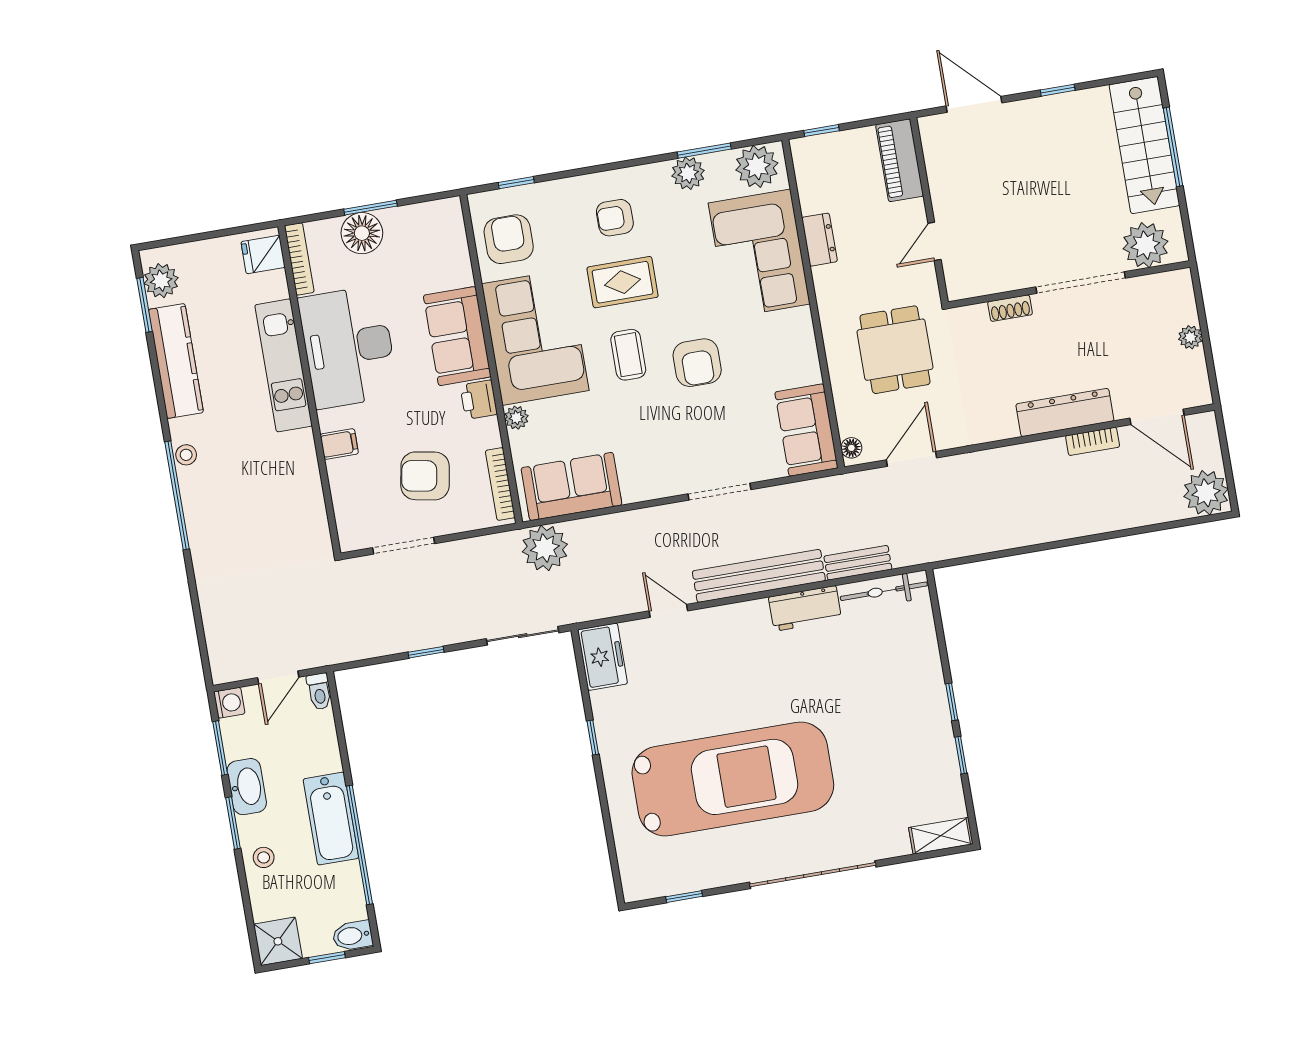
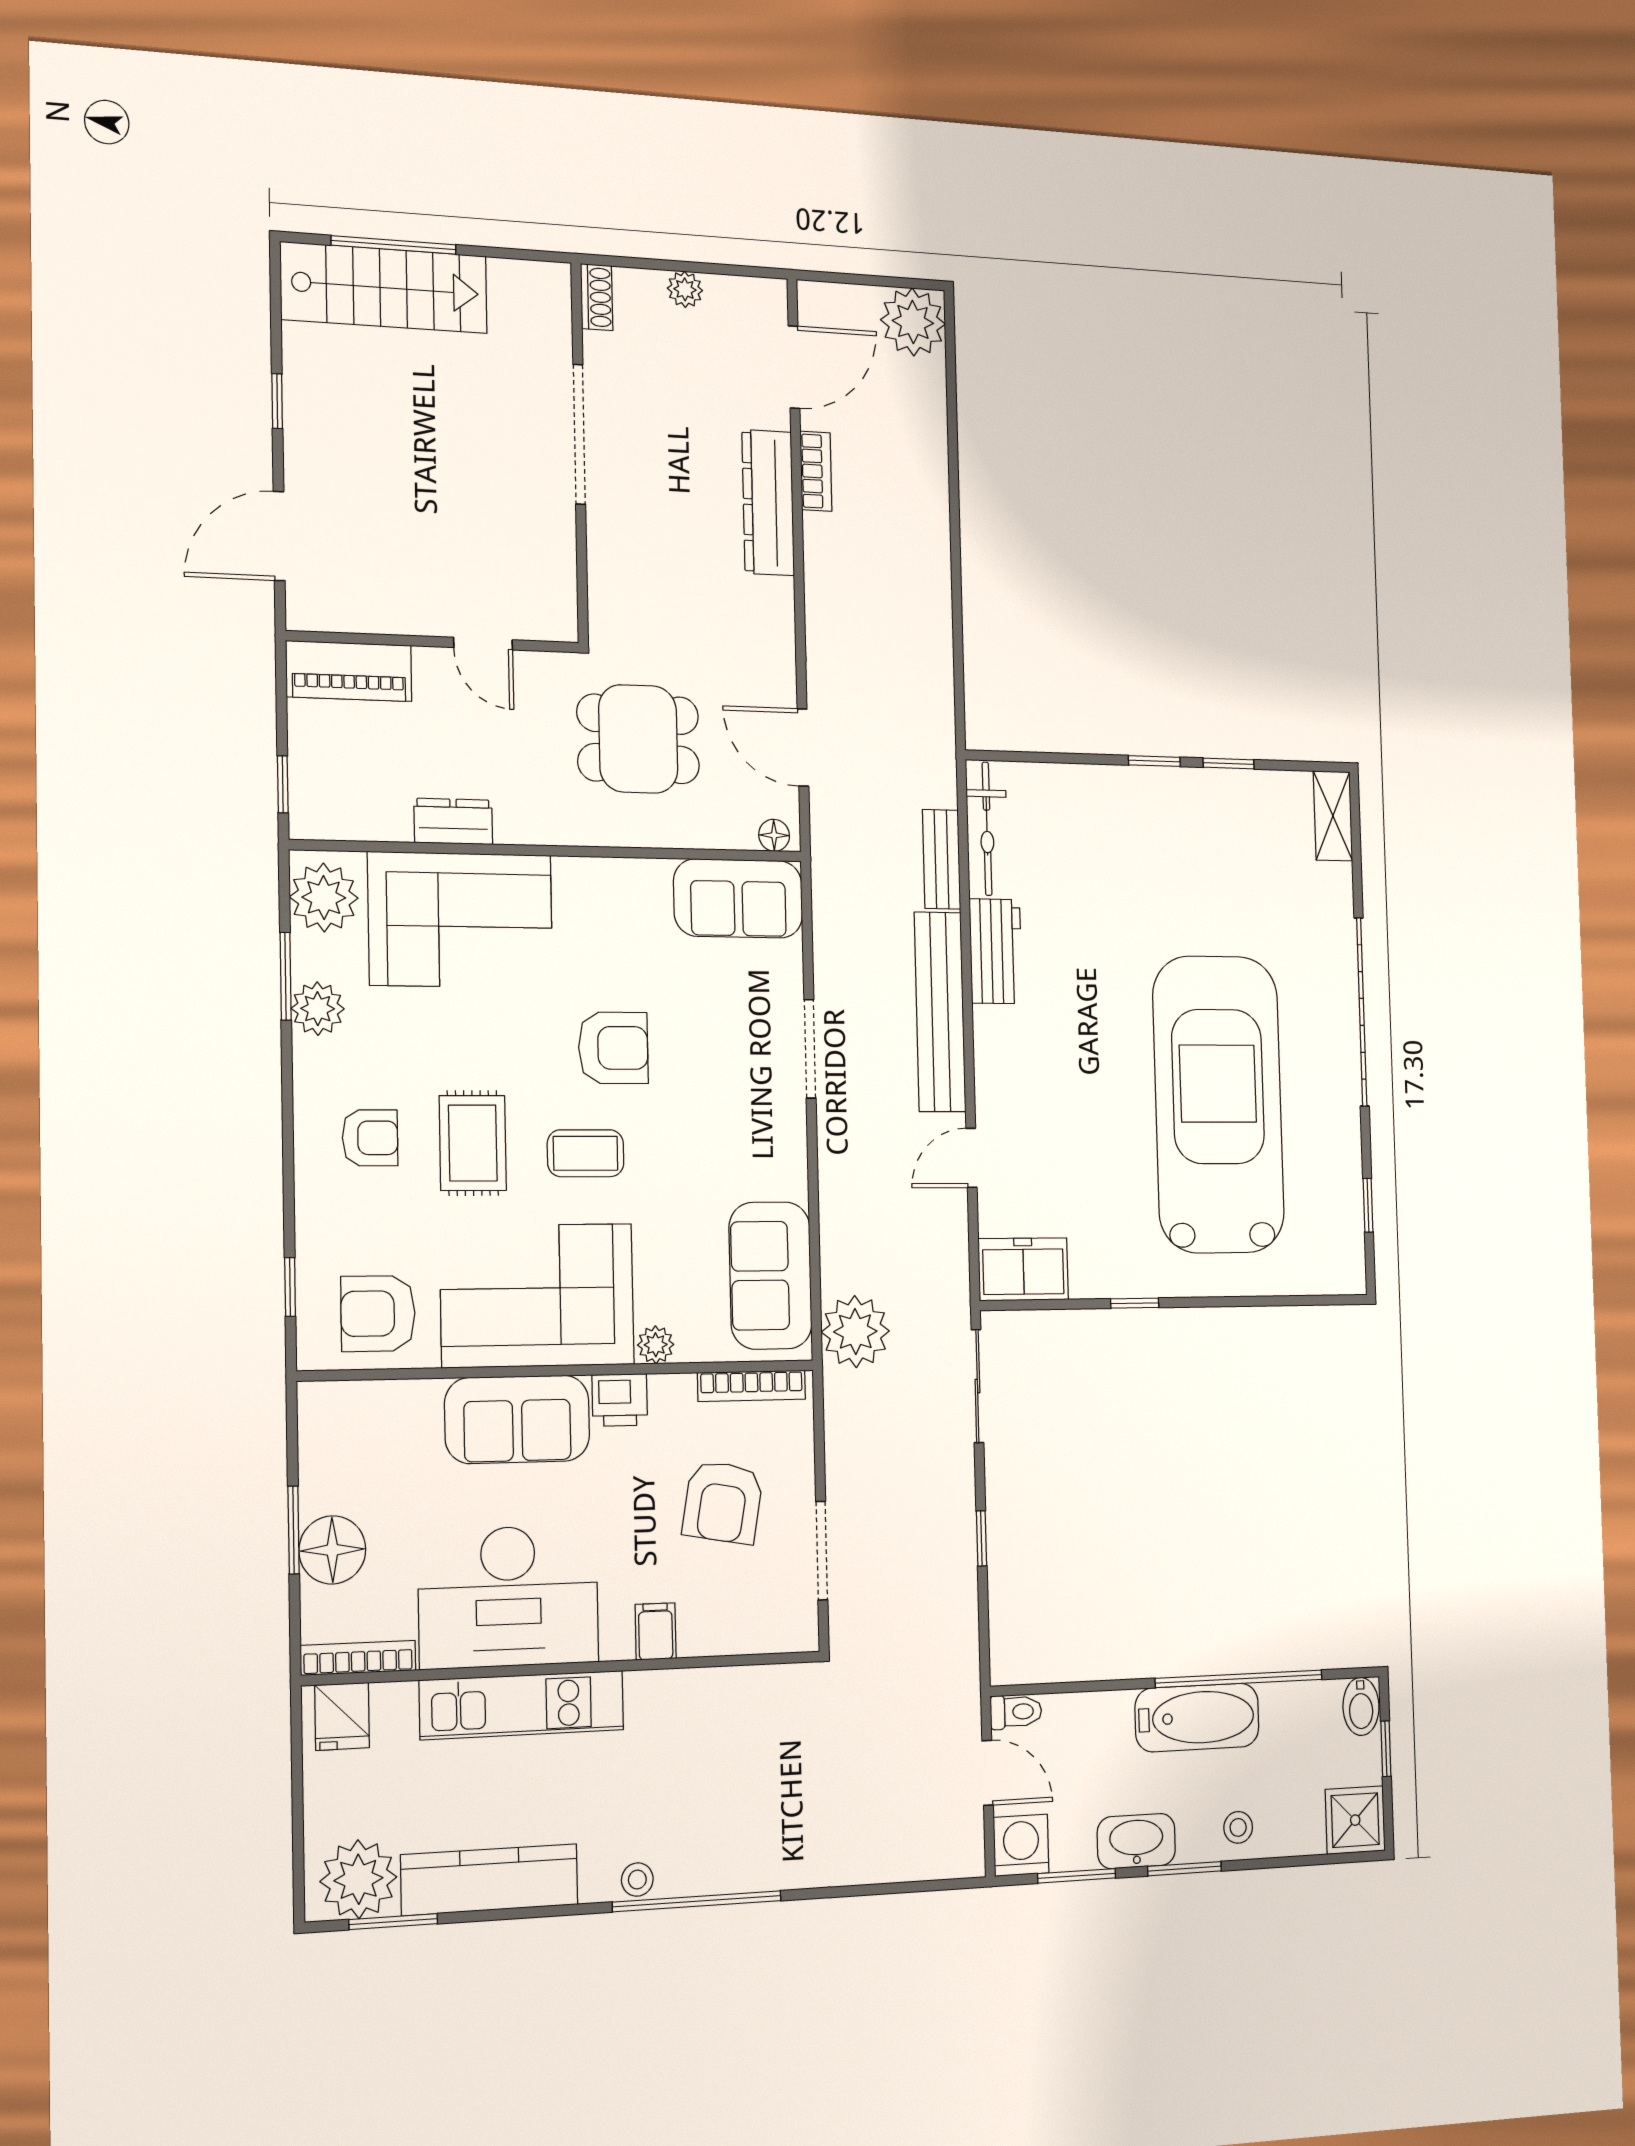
armchair: (615, 218) -> (370, 1138), turned -90
plant: (1145, 245) -> (537, 323), removed
plant: (161, 281) -> (358, 1879), width x1.36, depth x1.36
shoe rack: (1010, 308) -> (597, 297), moved
washing machine: (229, 703) -> (1021, 1845), width x1.38, depth x1.38

